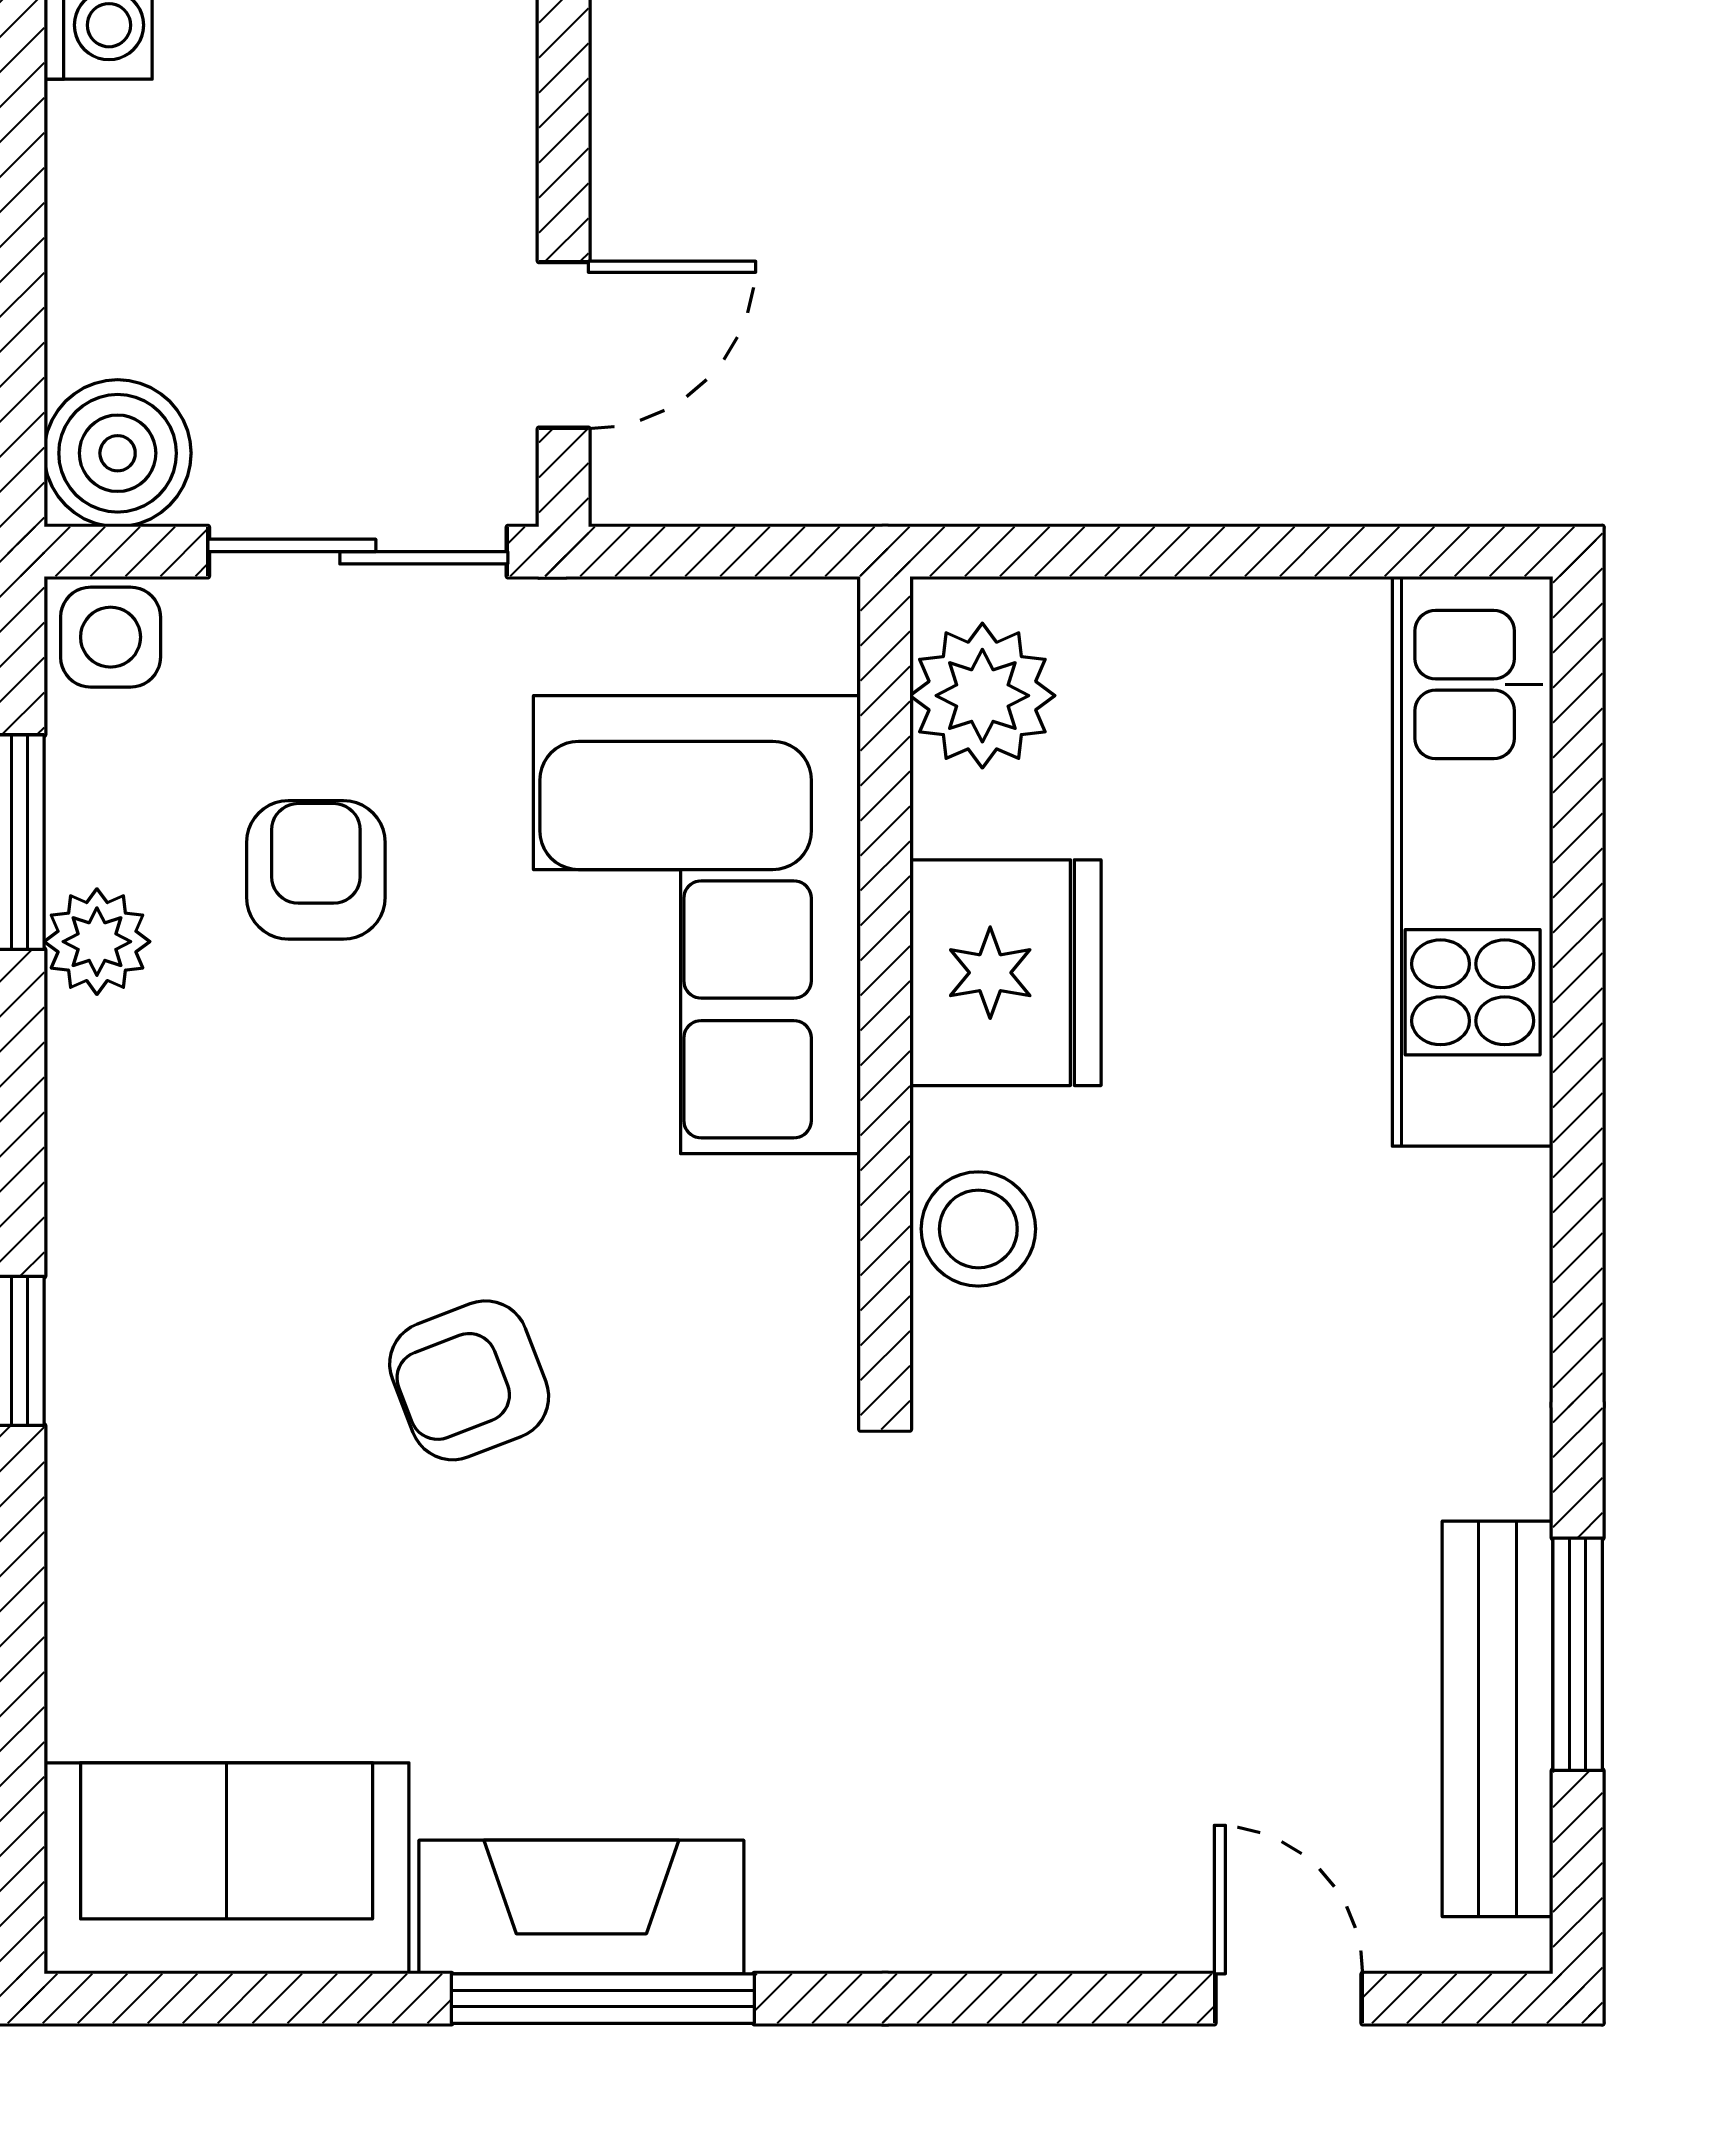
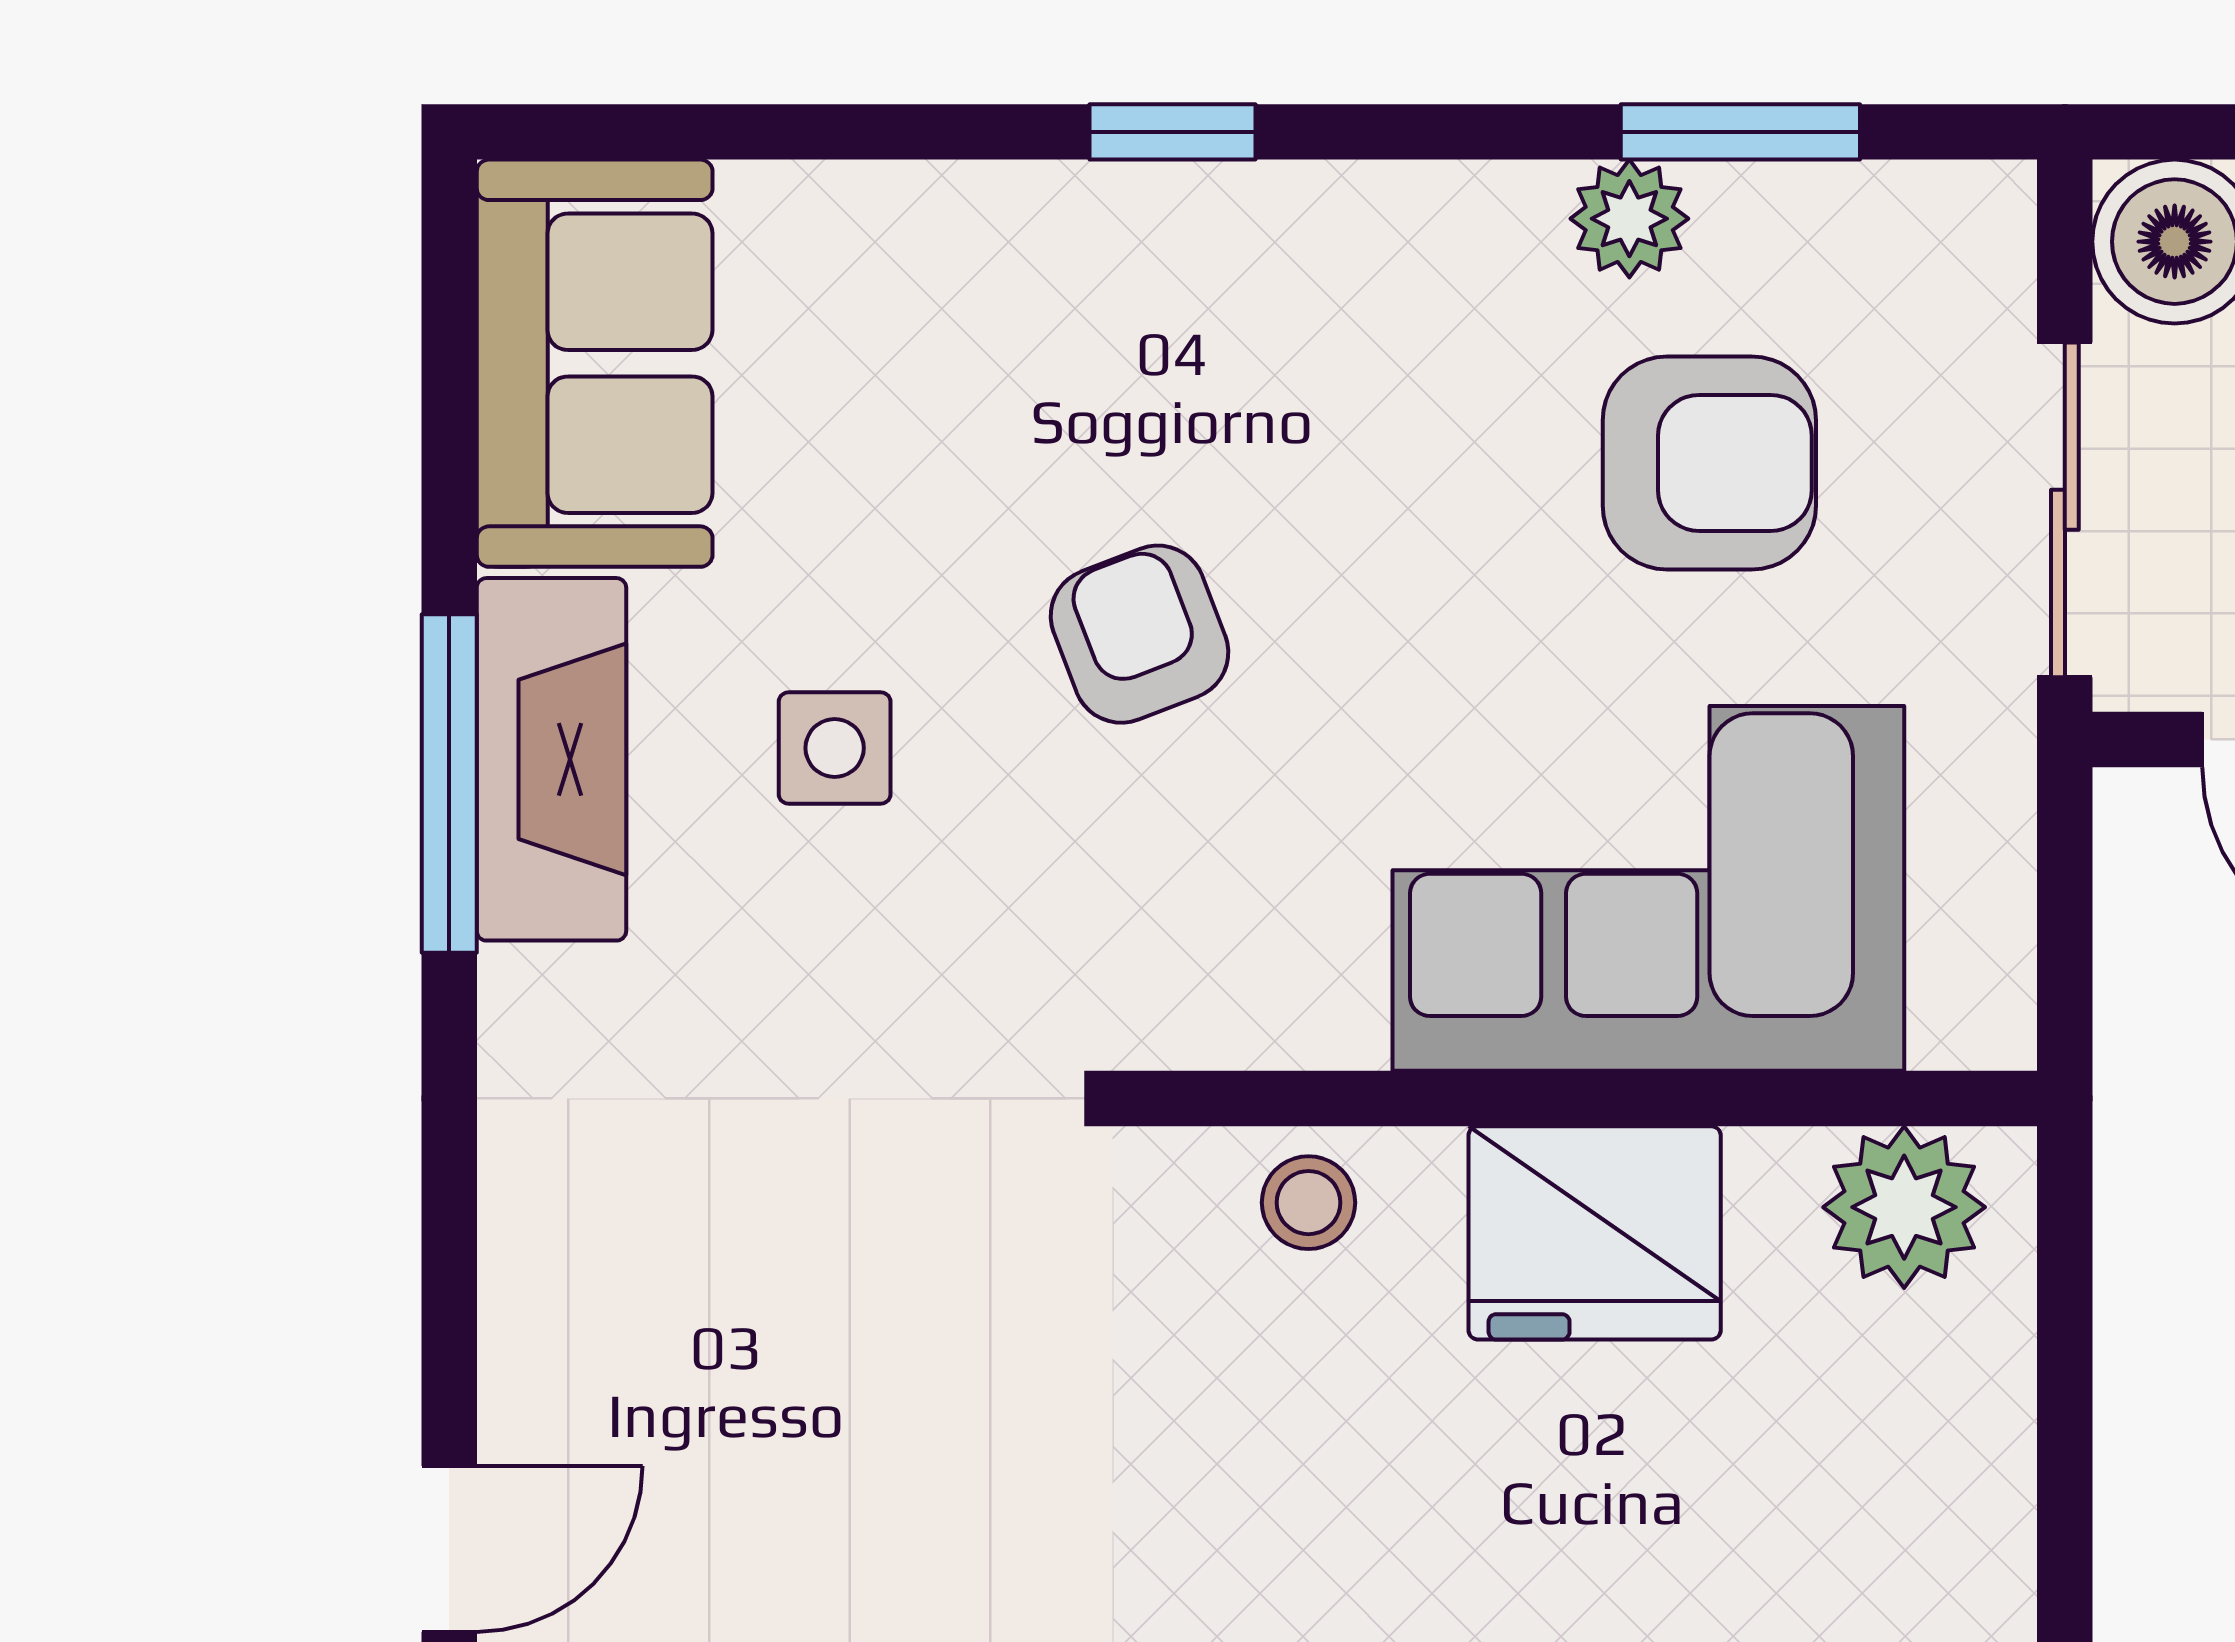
side table: (111, 637) -> (835, 748), moved
armchair: (316, 870) -> (1709, 463), width x1.38, depth x1.38
stool: (978, 1229) -> (1308, 1203), width x0.73, depth x0.73

